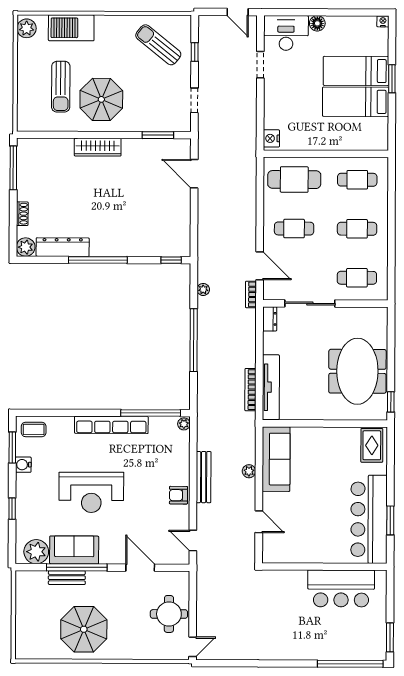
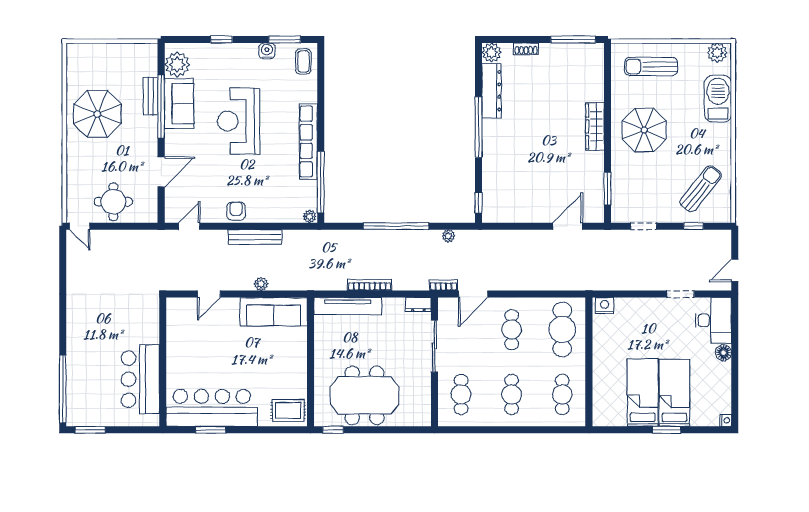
sun lounger: (61, 87) -> (651, 66), moved
bookcase: (250, 390) -> (370, 285), moved

